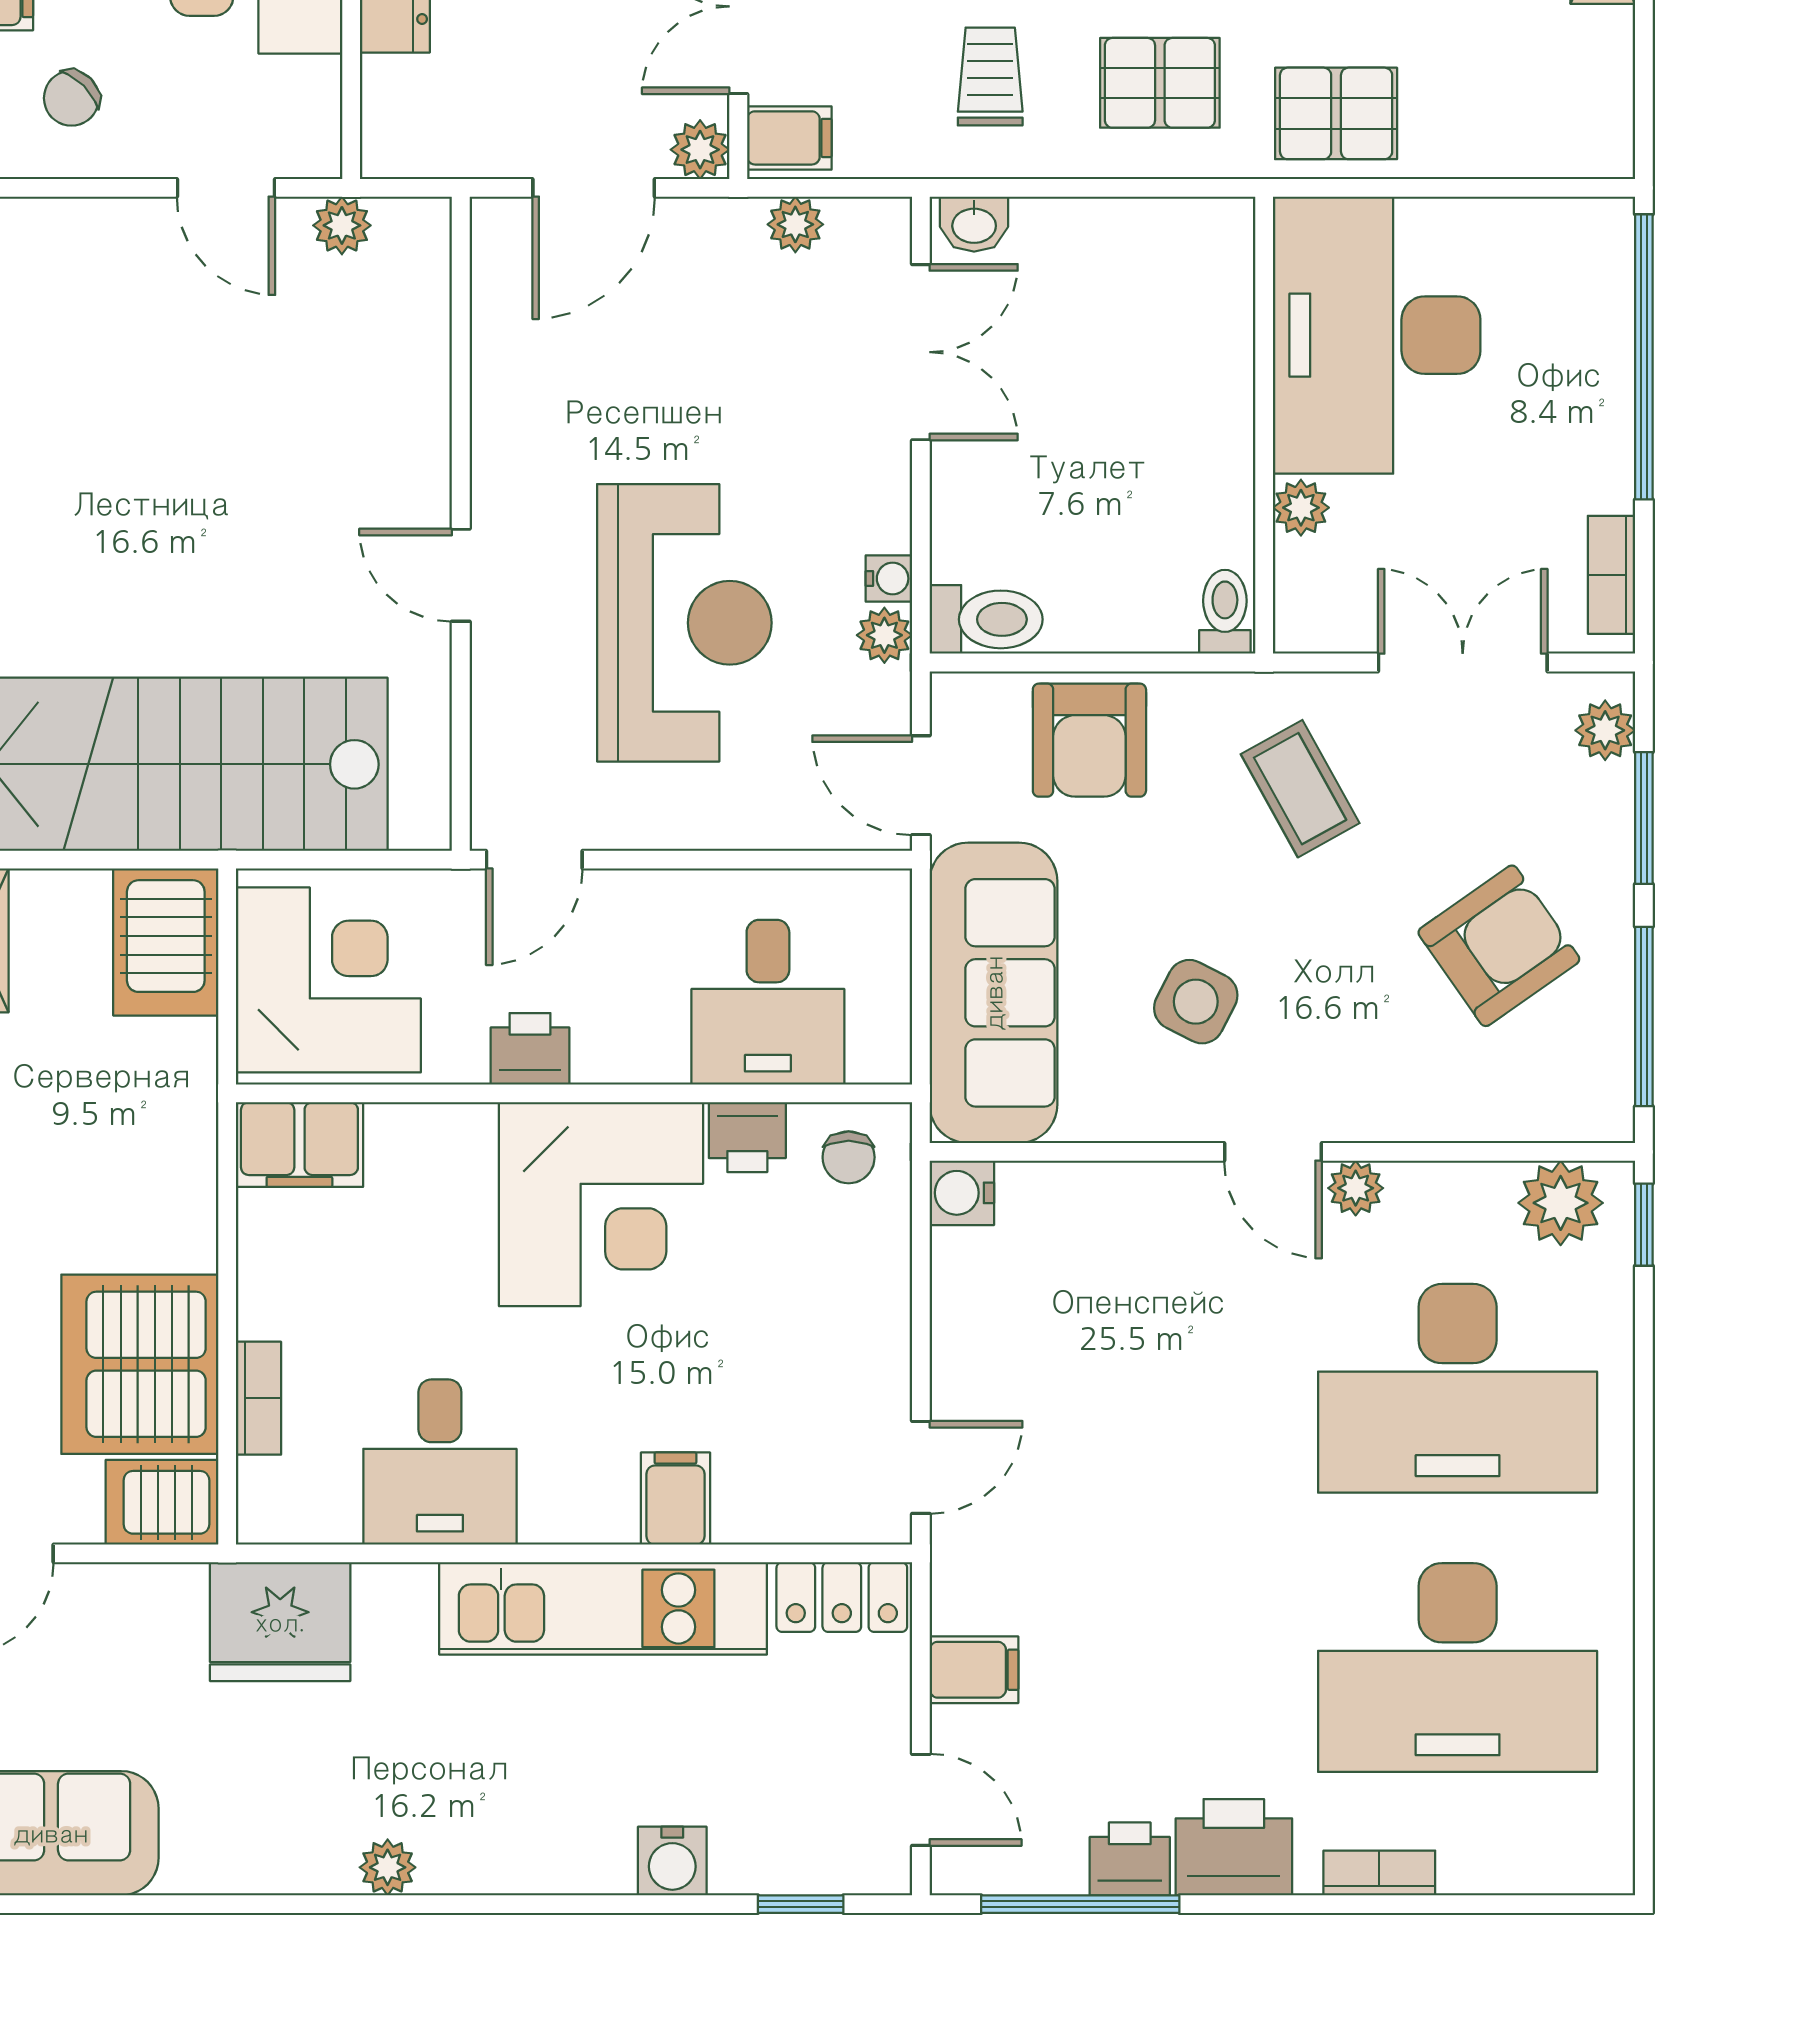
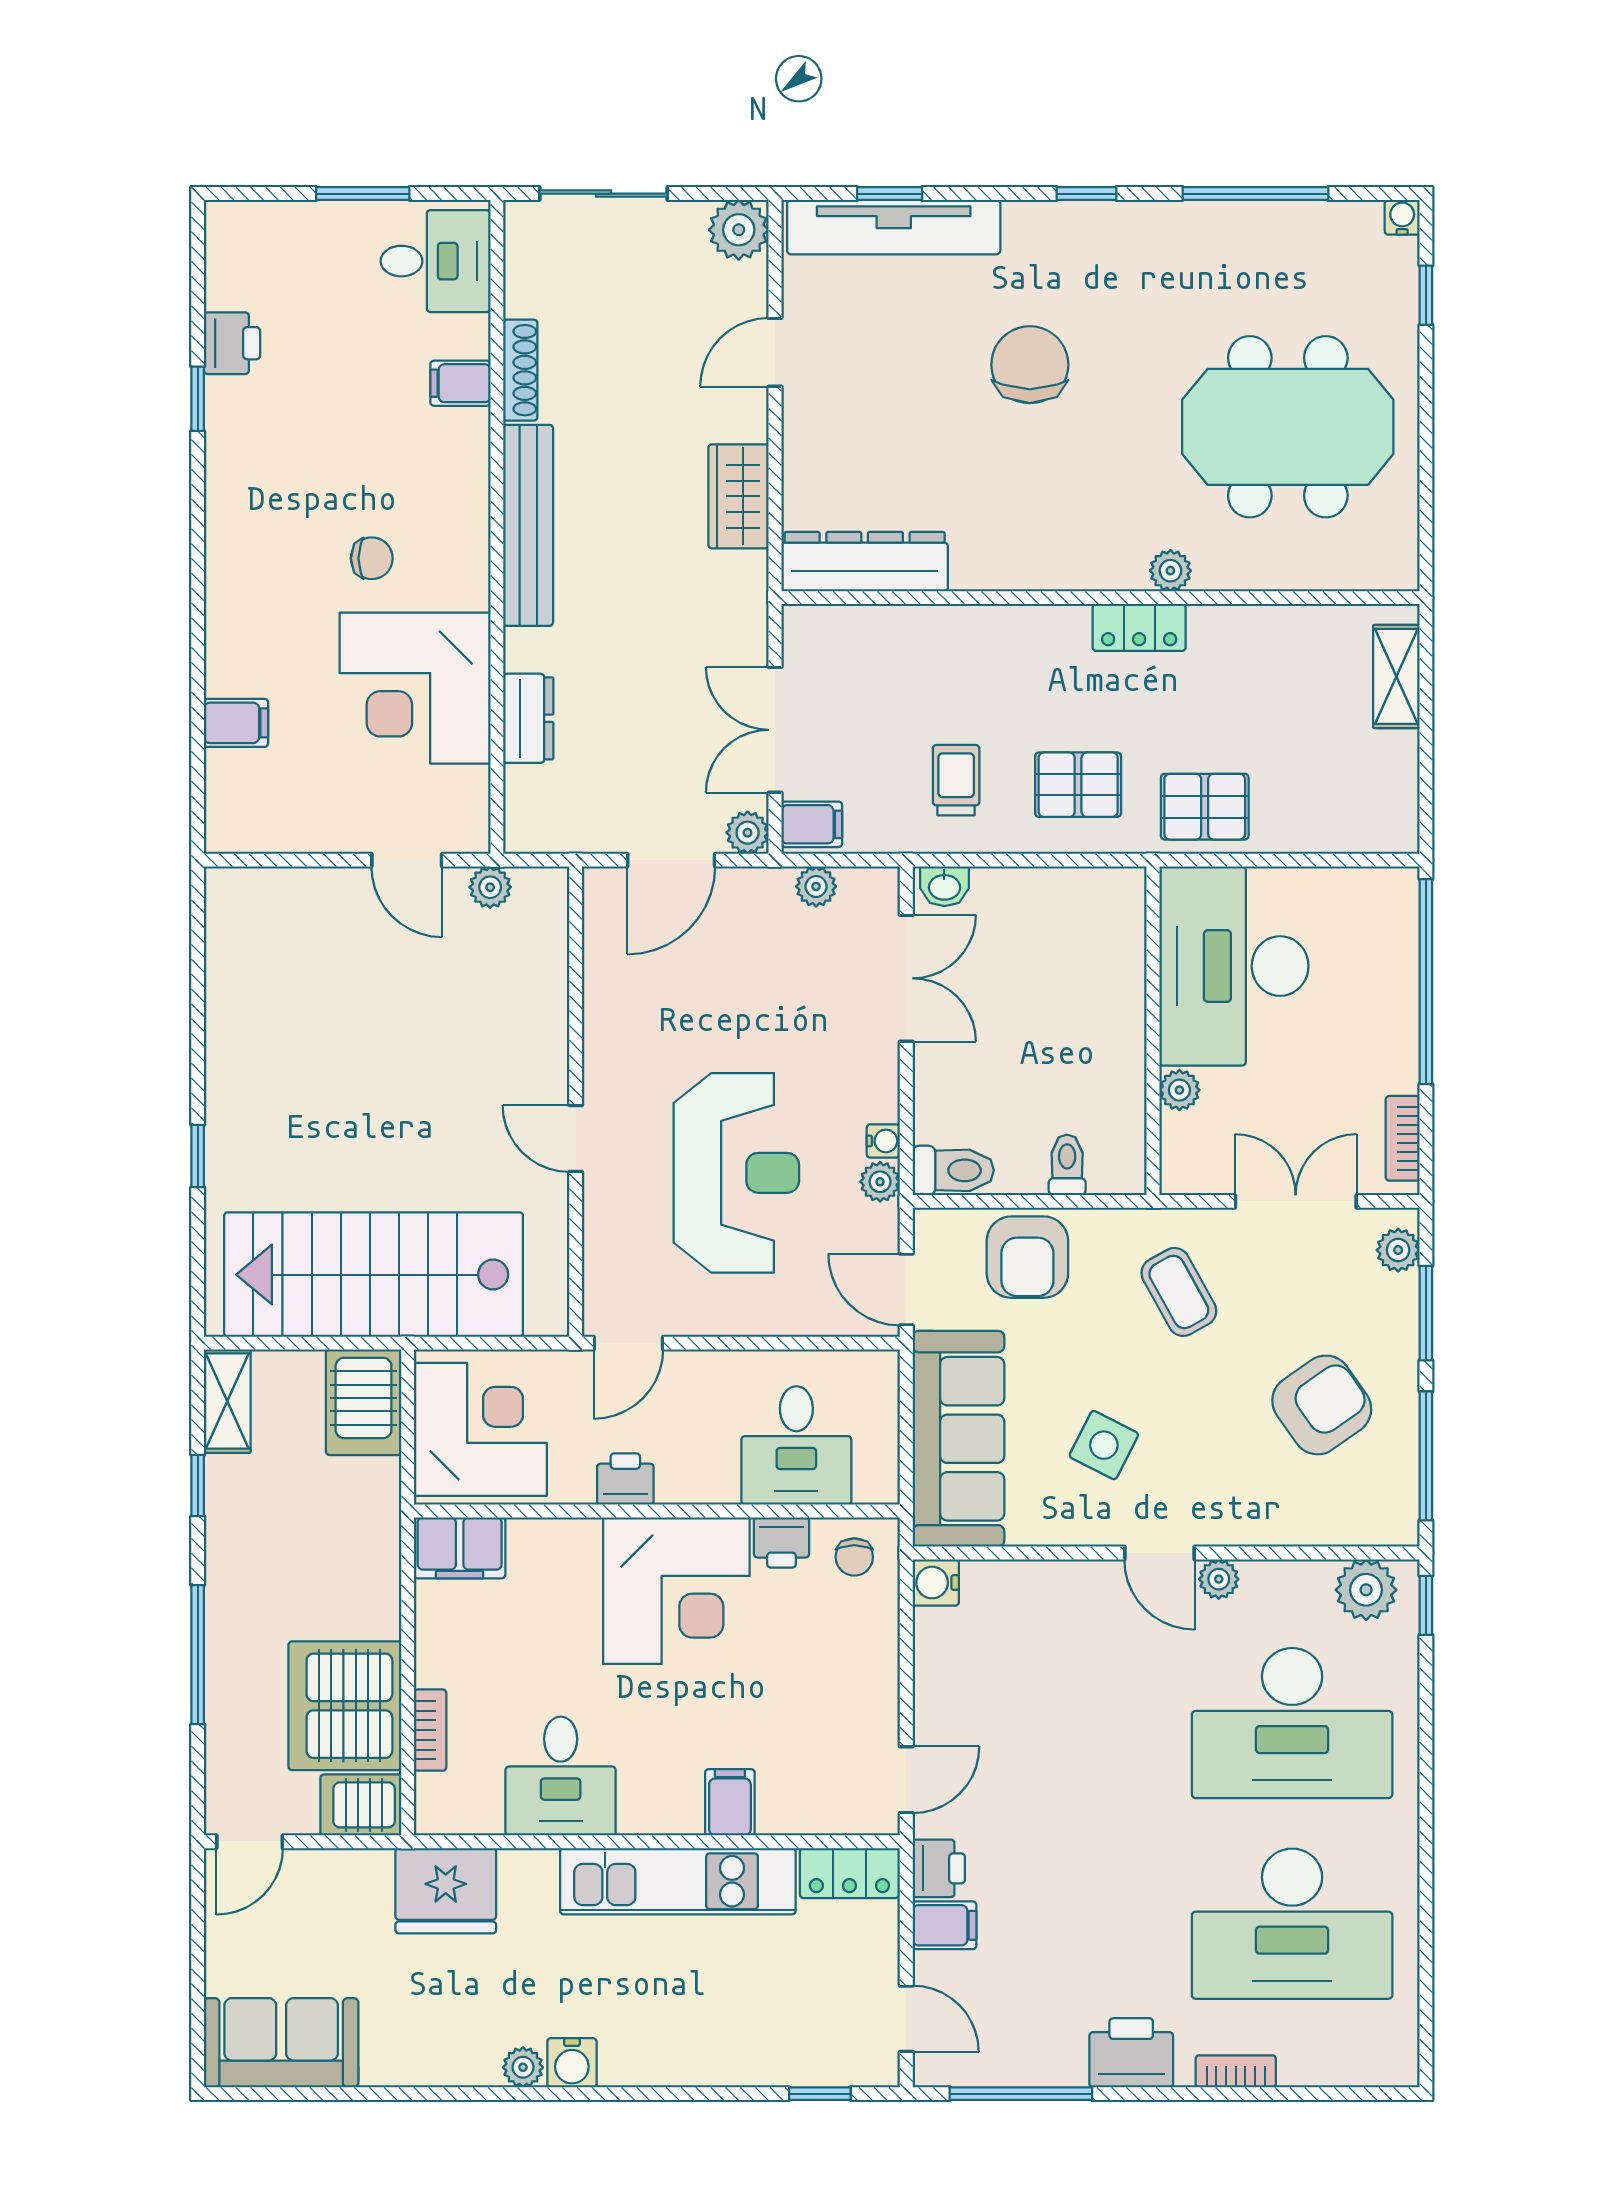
chair: (71, 98) -> (296, 796), removed
toilet: (1225, 612) -> (1067, 1165), moved
printer: (1130, 1859) -> (939, 1868), moved, turned 90
water cooler: (672, 1861) -> (572, 2063), moved

